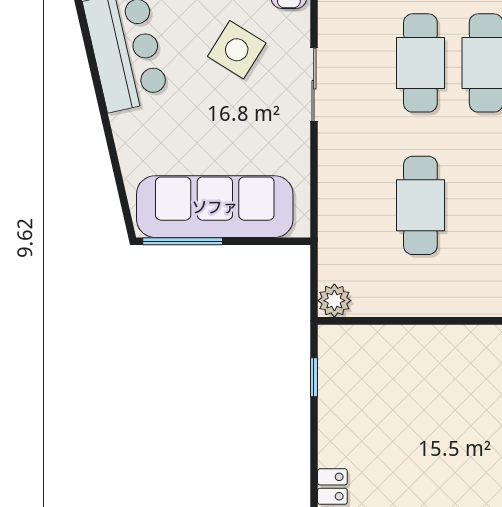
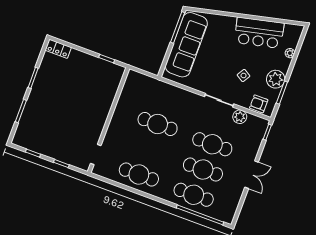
side table: (237, 50) -> (244, 75), width x0.54, depth x0.54
plant: (334, 301) -> (240, 117), moved

